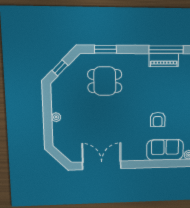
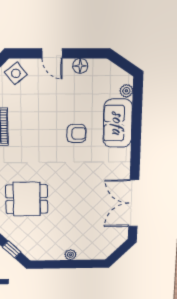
dining table: (105, 81) -> (27, 199), turned 90

